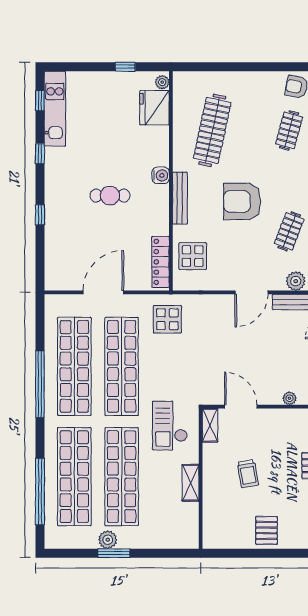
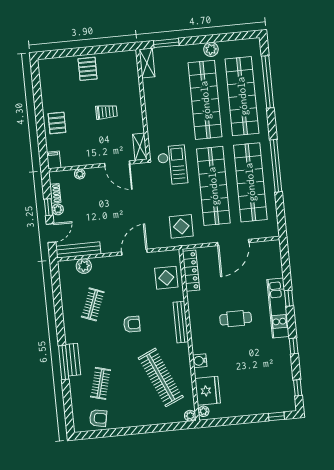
window: (125, 67) -> (276, 416), moved
plant: (180, 78) -> (190, 416), added
kitchen unit: (55, 109) -> (278, 308), moved
clothes rail: (212, 130) -> (161, 377), turned -36
water cooler: (161, 175) -> (200, 361), moved
armchair: (242, 201) -> (132, 324), width x0.53, depth x0.53
door: (251, 292) -> (134, 252), moved
checkout: (170, 426) -> (172, 165), moved
trolley: (248, 473) -> (106, 112), turned 100
shelving: (191, 483) -> (147, 63), moved
window: (114, 553) -> (166, 43), moved

